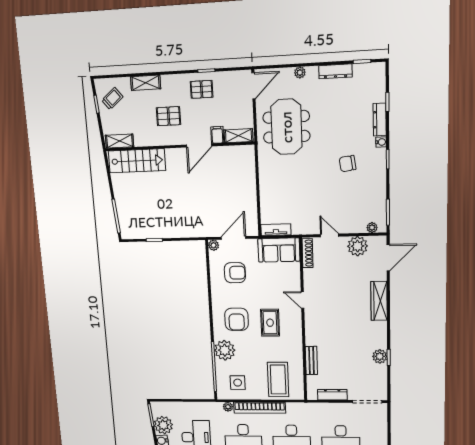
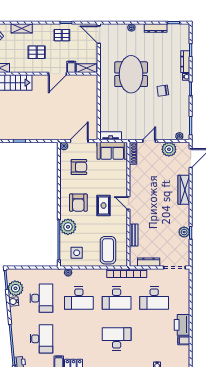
door: (253, 86) -> (99, 35), swing flipped
meeting table: (286, 127) -> (131, 74), moved
door: (329, 235) -> (149, 141), hinge flipped
door: (303, 300) -> (128, 203), moved
bookcase: (260, 408) -> (127, 273), moved

